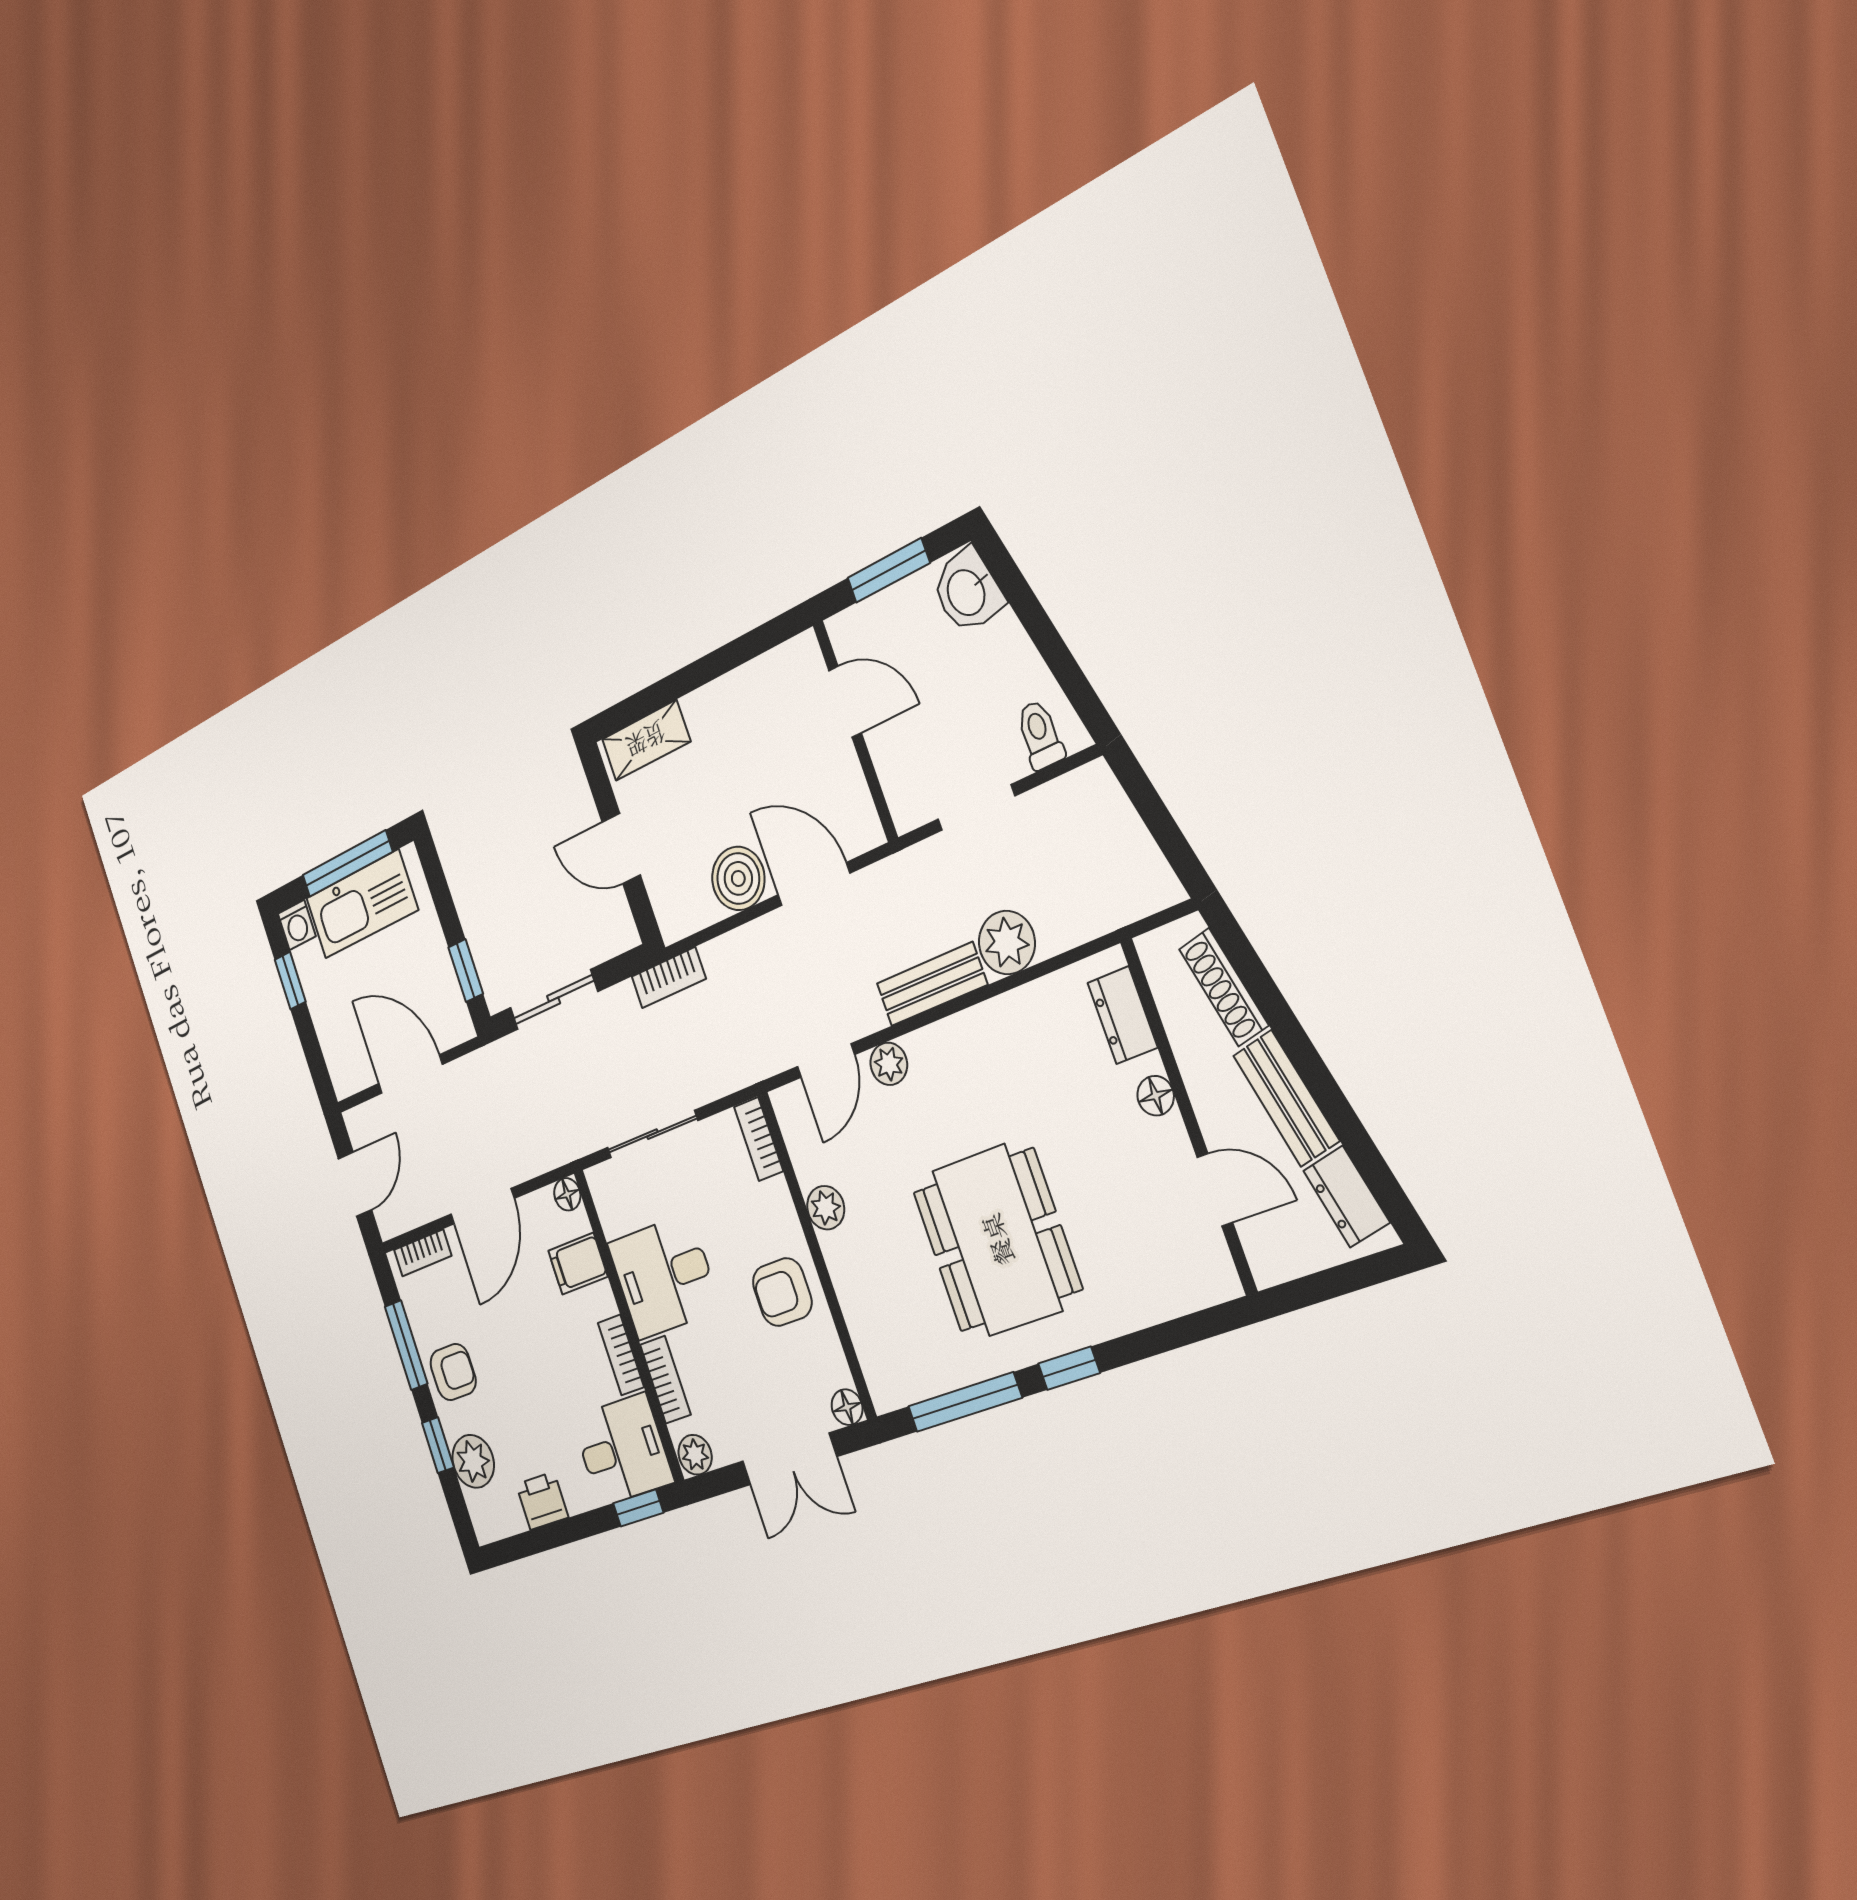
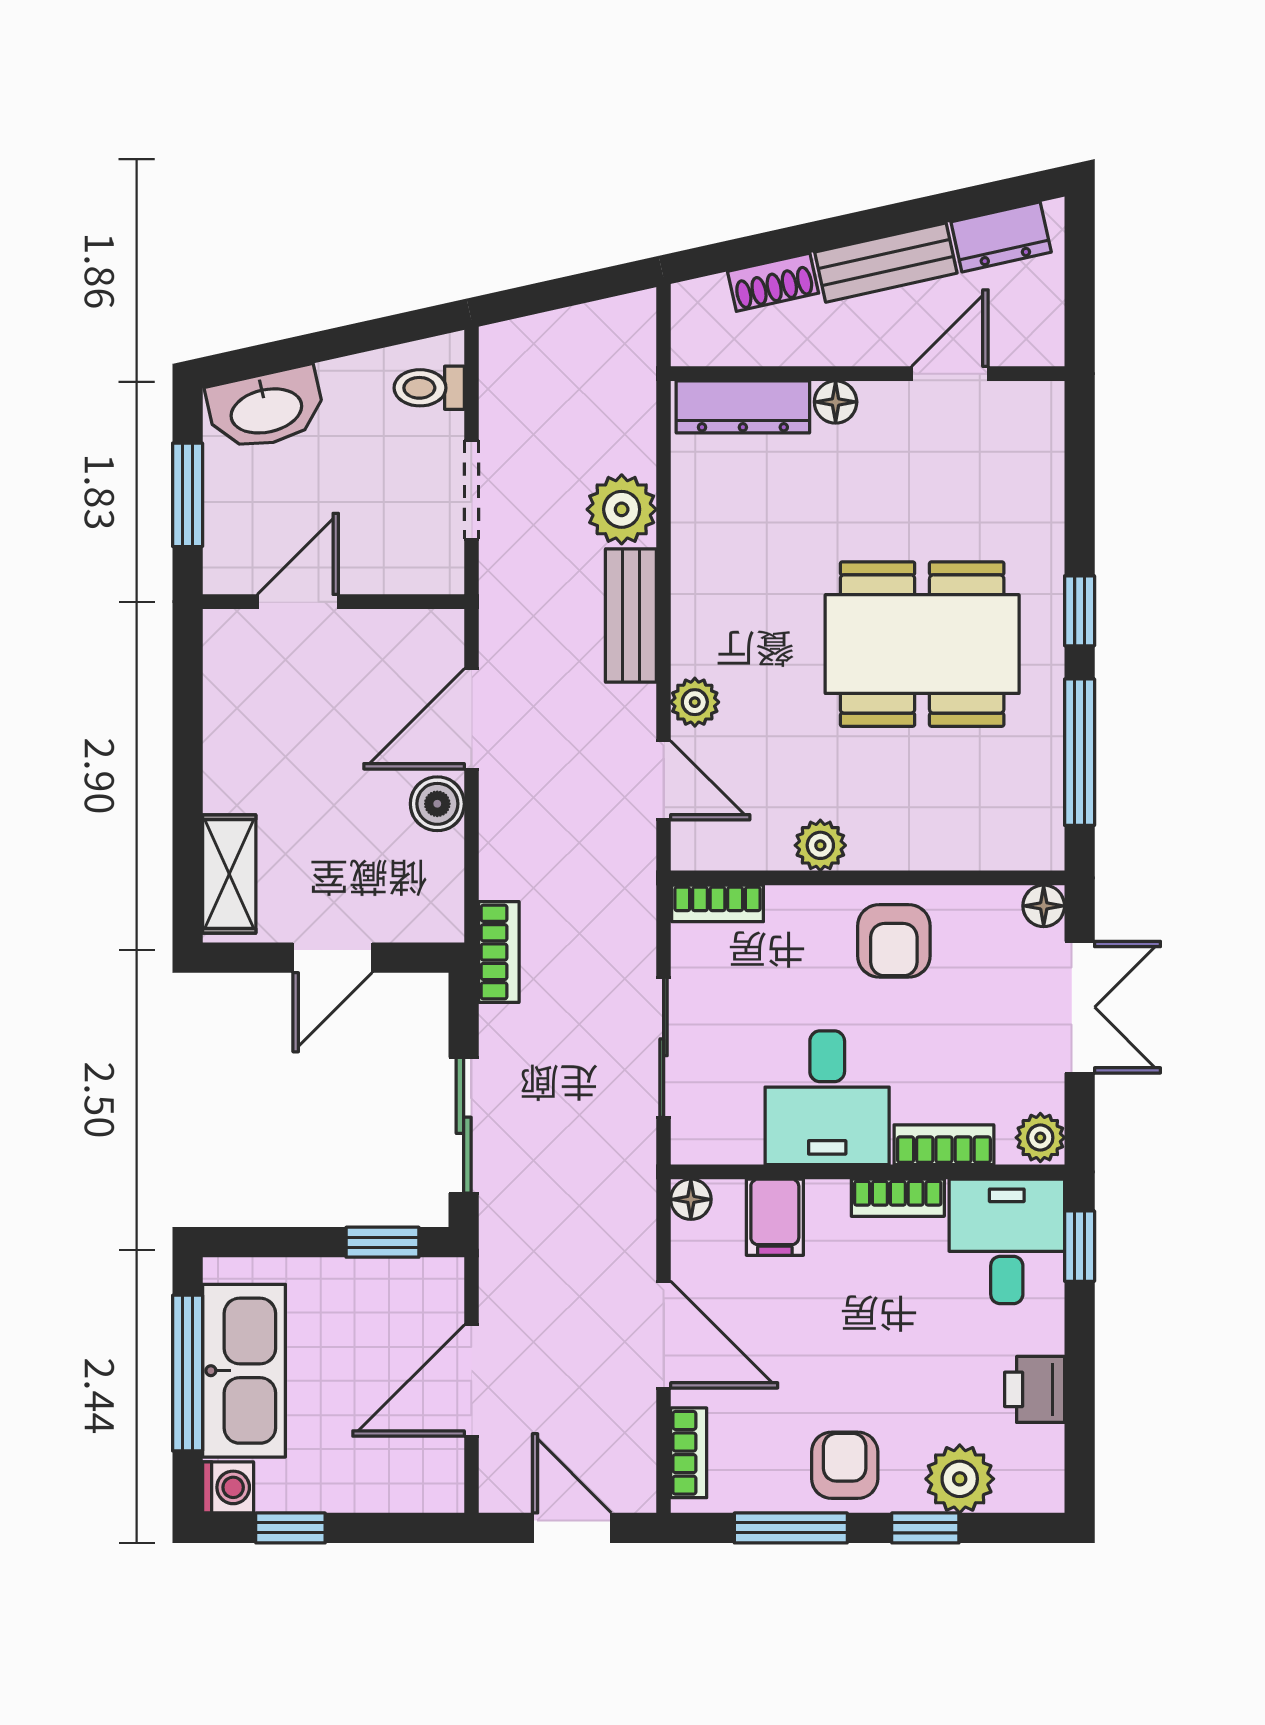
washbasin: (967, 591) -> (266, 409), width x1.38
boiler: (738, 878) -> (437, 804), width x0.73, depth x0.73
shoe rack: (1224, 987) -> (773, 282), width x0.70
dresser: (1123, 1015) -> (743, 407), width x1.44

